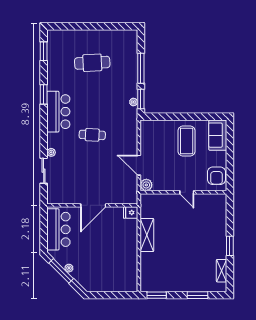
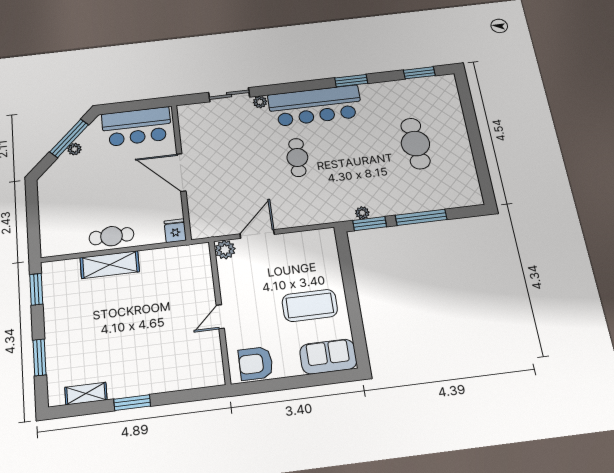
bar counter: (58, 112) -> (315, 106), width x1.36
shelving: (147, 235) -> (110, 265), moved
cafe table: (129, 250) -> (111, 236), added

